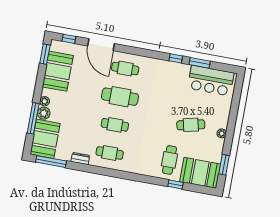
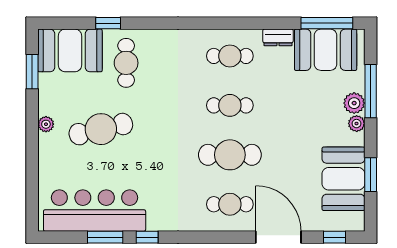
window: (45, 54) -> (371, 175), moved
bar counter: (211, 81) -> (95, 210), width x1.36
cafe table: (191, 125) -> (101, 129), width x1.37, depth x1.35
booth: (45, 139) -> (326, 50), moved, turned 90

